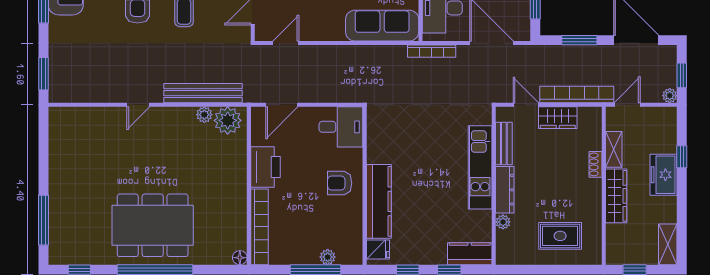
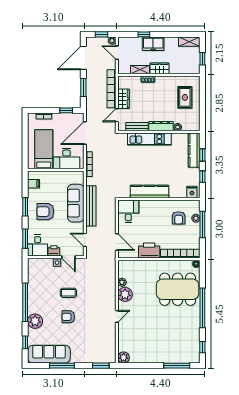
sofa: (382, 26) -> (76, 203), moved
bench: (203, 93) -> (91, 206), moved
door: (138, 105) -> (117, 316), hinge flipped
door: (627, 105) -> (117, 53), moved
plant: (59, 118) -> (124, 357), added
plant: (228, 120) -> (125, 294), moved
armchair: (340, 183) -> (179, 218), moved
wardrobe: (616, 196) -> (159, 68), width x0.67
kitchen counter: (379, 201) -> (150, 192), moved
dining table: (153, 225) -> (178, 289), moved, turned 90
kitchen counter: (470, 254) -> (194, 150), width x1.50

